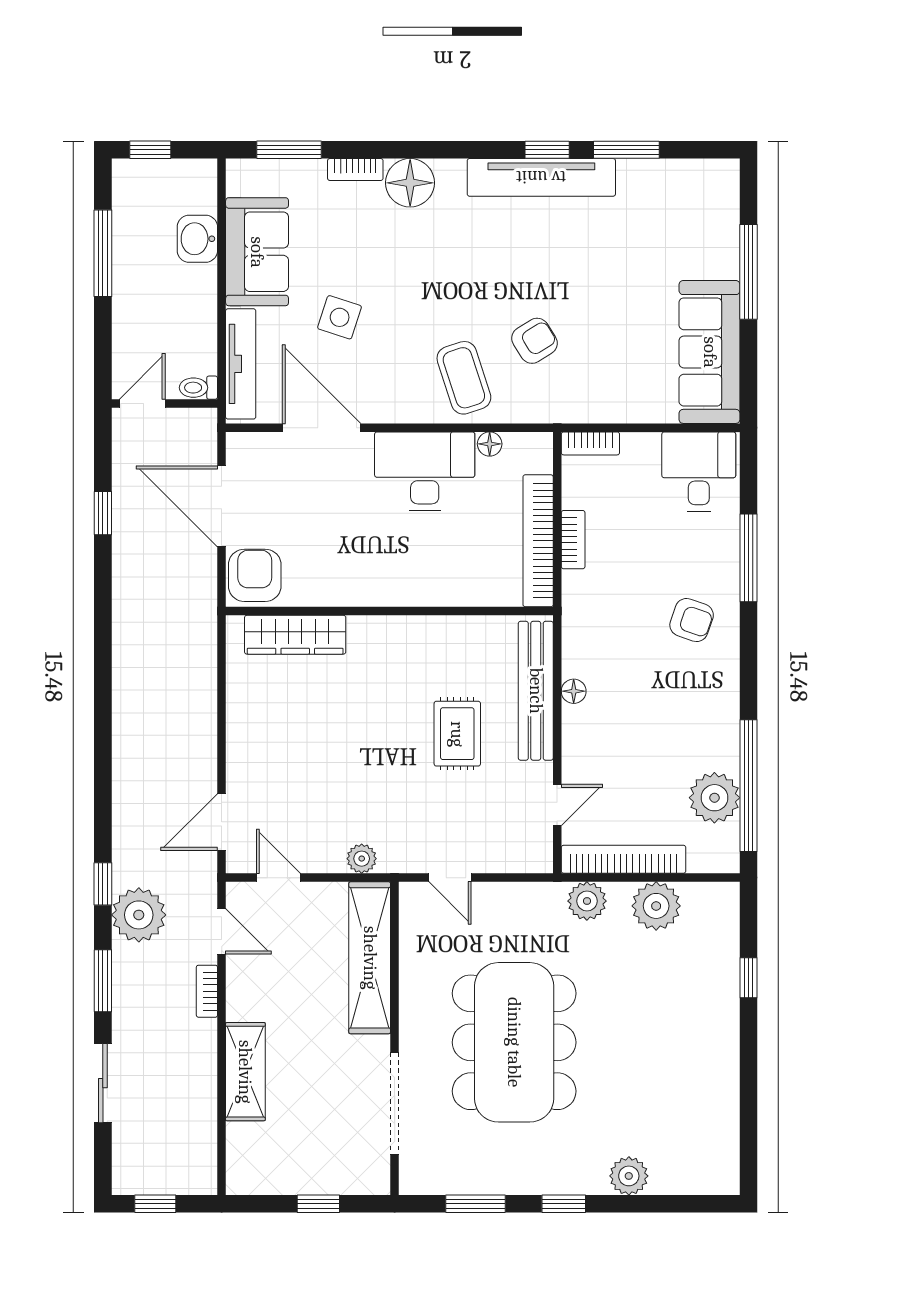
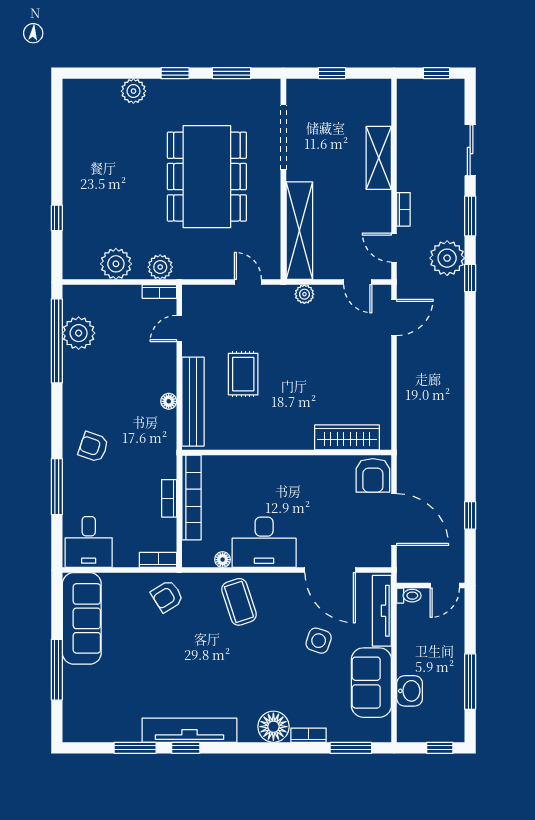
armchair: (535, 341) -> (167, 596), moved
bookcase: (624, 859) -> (159, 292), width x0.43, depth x0.76

